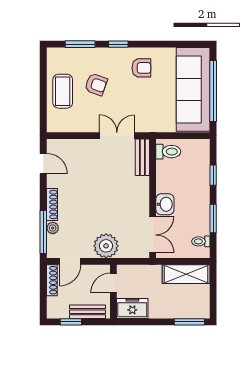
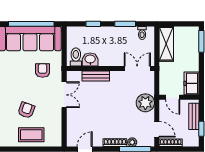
armchair: (141, 68) -> (43, 70), moved
double door: (117, 136) -> (64, 95), swing flipped
bench: (142, 157) -> (96, 76), moved
washbasin: (165, 204) -> (90, 59), moved

